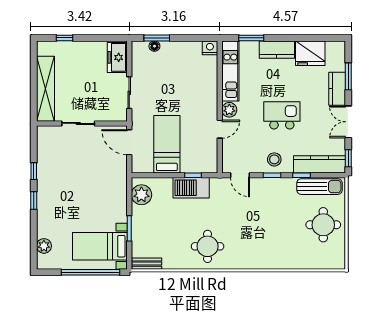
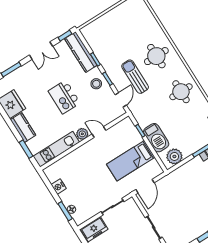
nightstand: (210, 48) -> (59, 187), moved
kitchen counter: (337, 89) -> (24, 72), removed
sun lounger: (319, 187) -> (135, 77), moved
barbecue: (191, 188) -> (156, 138), moved
round table: (323, 225) -> (156, 56), moved

